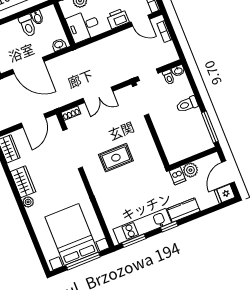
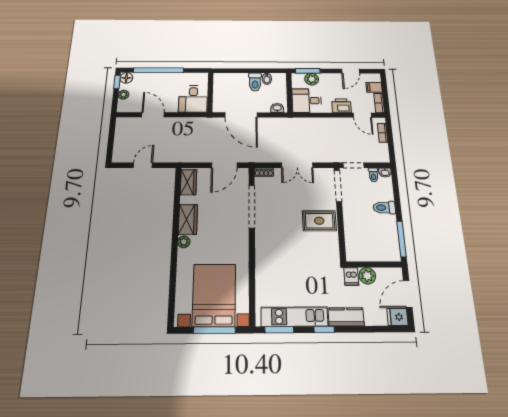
rug: (116, 158) -> (319, 221), moved

